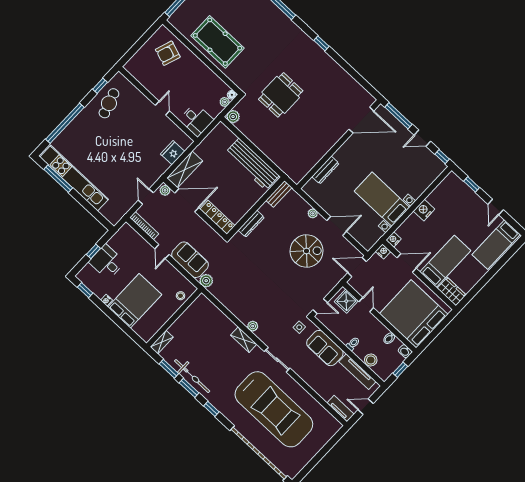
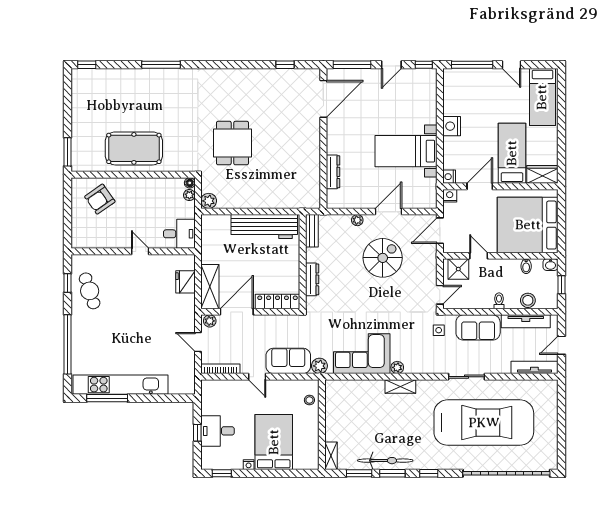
window: (321, 43) -> (285, 65), moved
armchair: (168, 53) -> (100, 199), turned 36
window: (472, 184) -> (472, 65), width x2.17
corner sofa: (239, 297) -> (362, 354), added
sliding door: (277, 360) -> (467, 377), moved
tv unit: (341, 409) -> (534, 367), width x1.41

